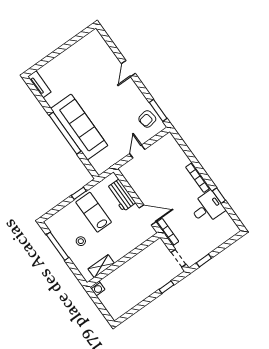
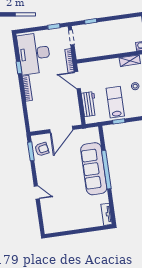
door: (128, 69) -> (37, 192), hinge flipped
door: (137, 152) -> (61, 130), width x1.88
desk: (207, 208) -> (34, 53), width x1.87, depth x1.30
lab bench: (94, 212) -> (115, 102), turned 180

